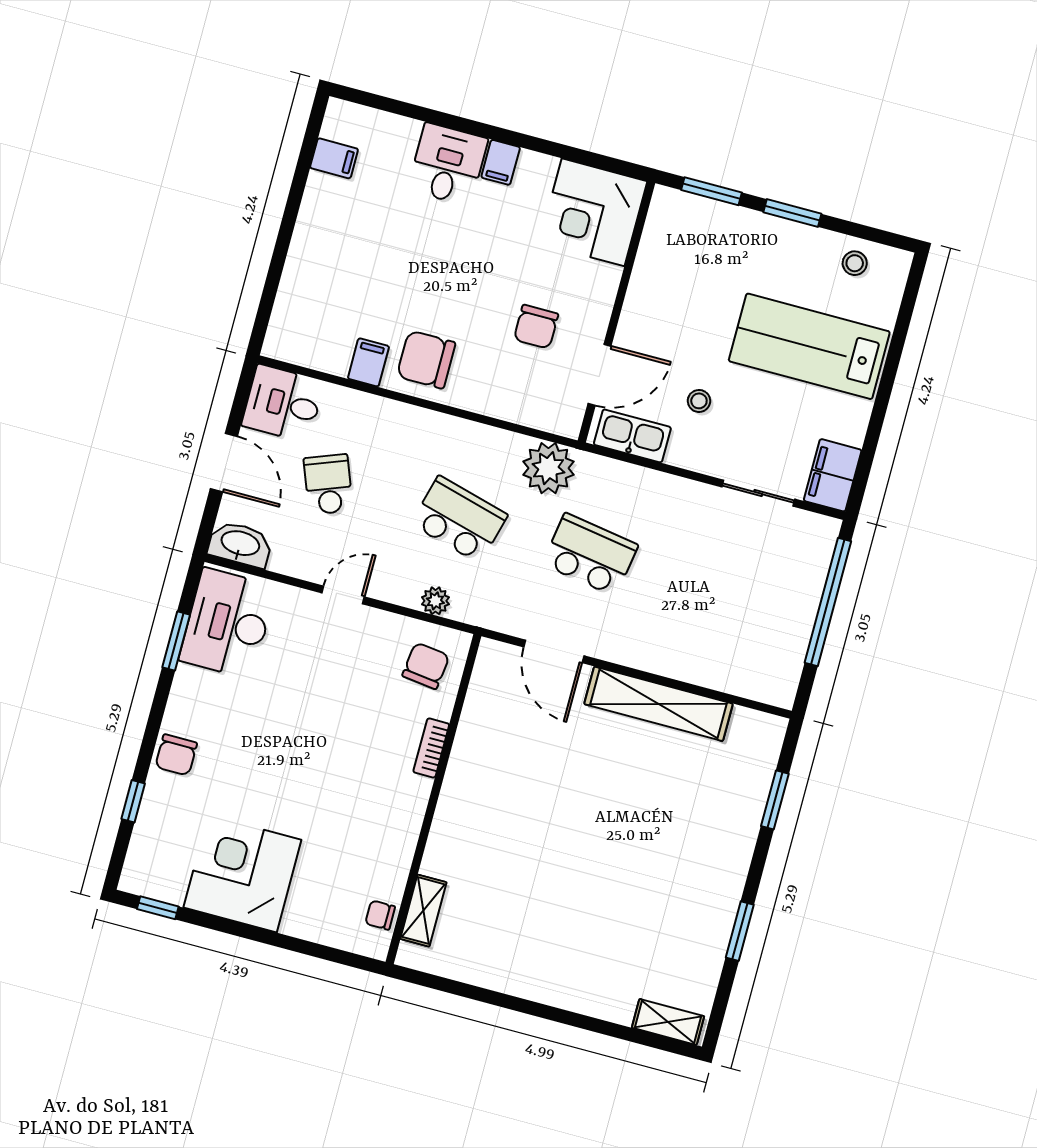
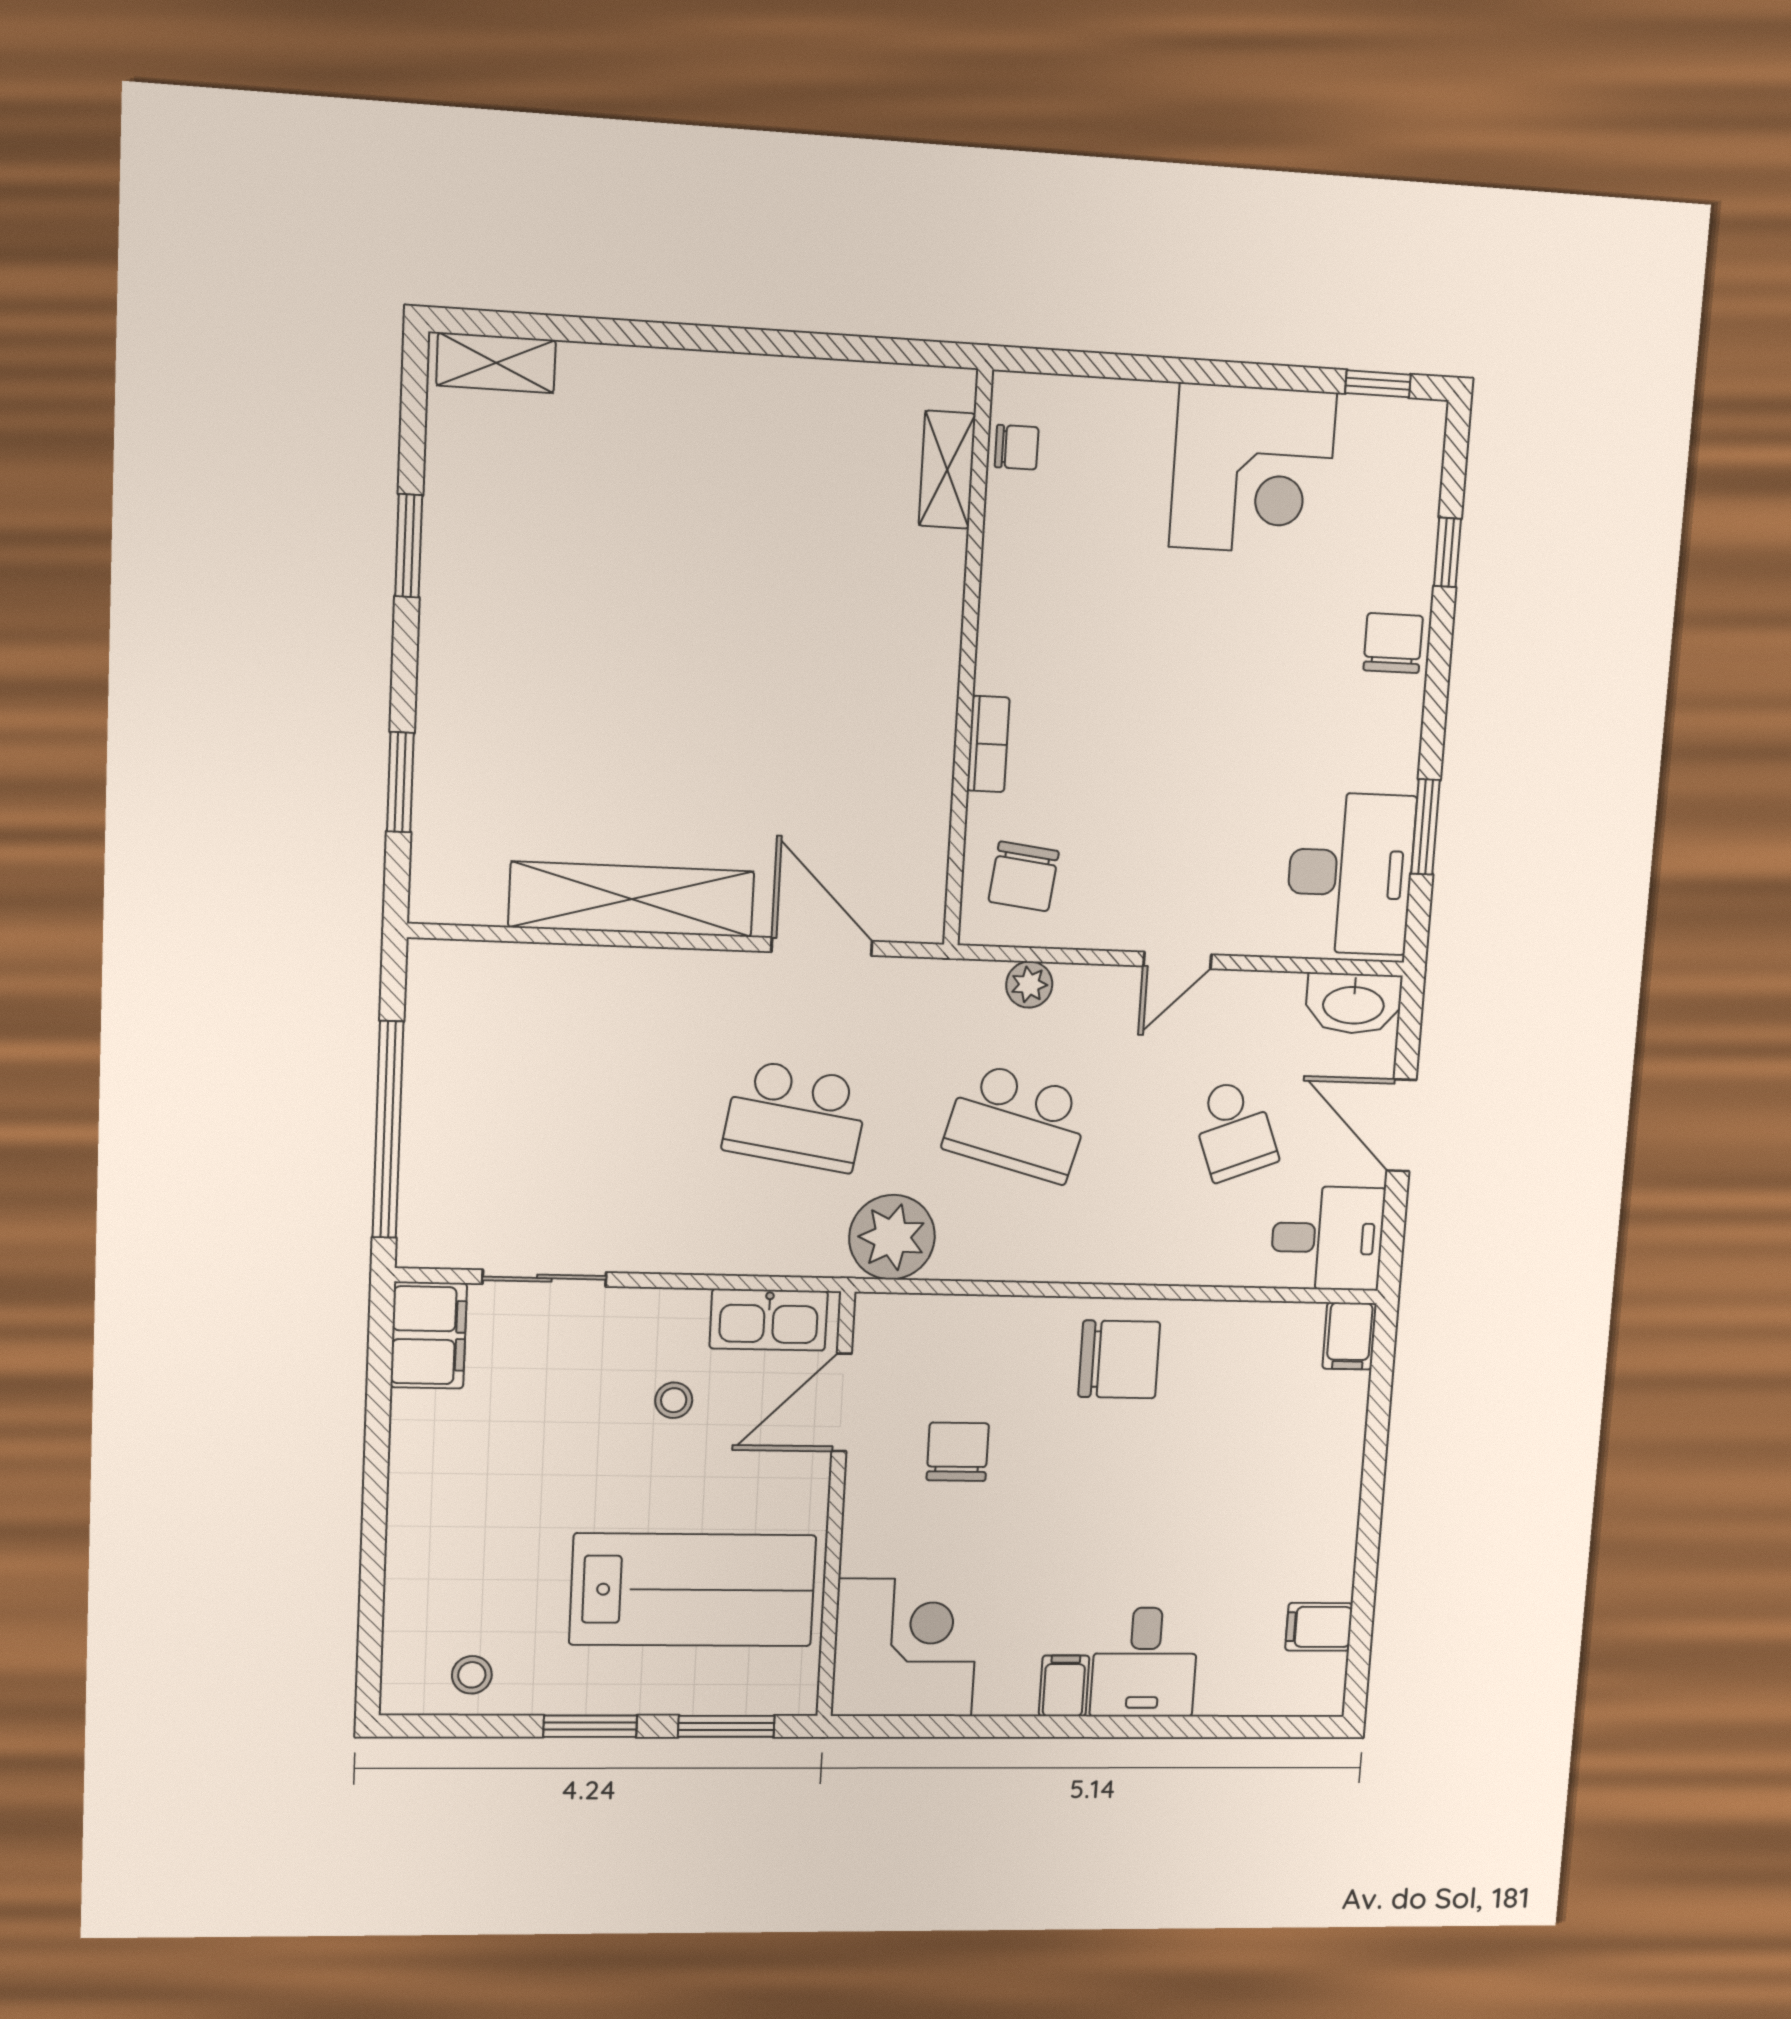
lab bench: (809, 346) -> (693, 1590), moved
filing cabinet: (368, 362) -> (1349, 1336), moved

